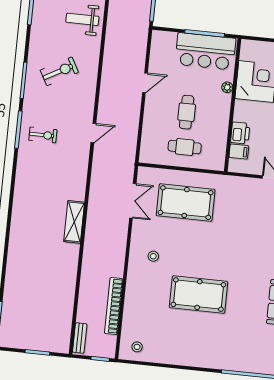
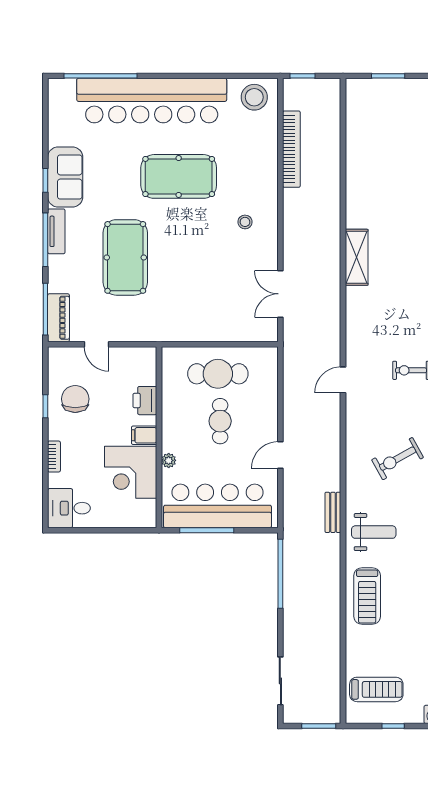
bar counter: (205, 51) -> (218, 506), width x1.36
cafe table: (185, 147) -> (218, 374), width x1.37, depth x1.35
filing cabinet: (239, 152) -> (144, 435), moved
pool table: (186, 203) -> (125, 257), moved, turned 90
bench: (80, 338) -> (333, 512), moved
stool: (137, 347) -> (254, 97), width x1.89, depth x1.89
bar counter: (212, 352) -> (152, 101), added

